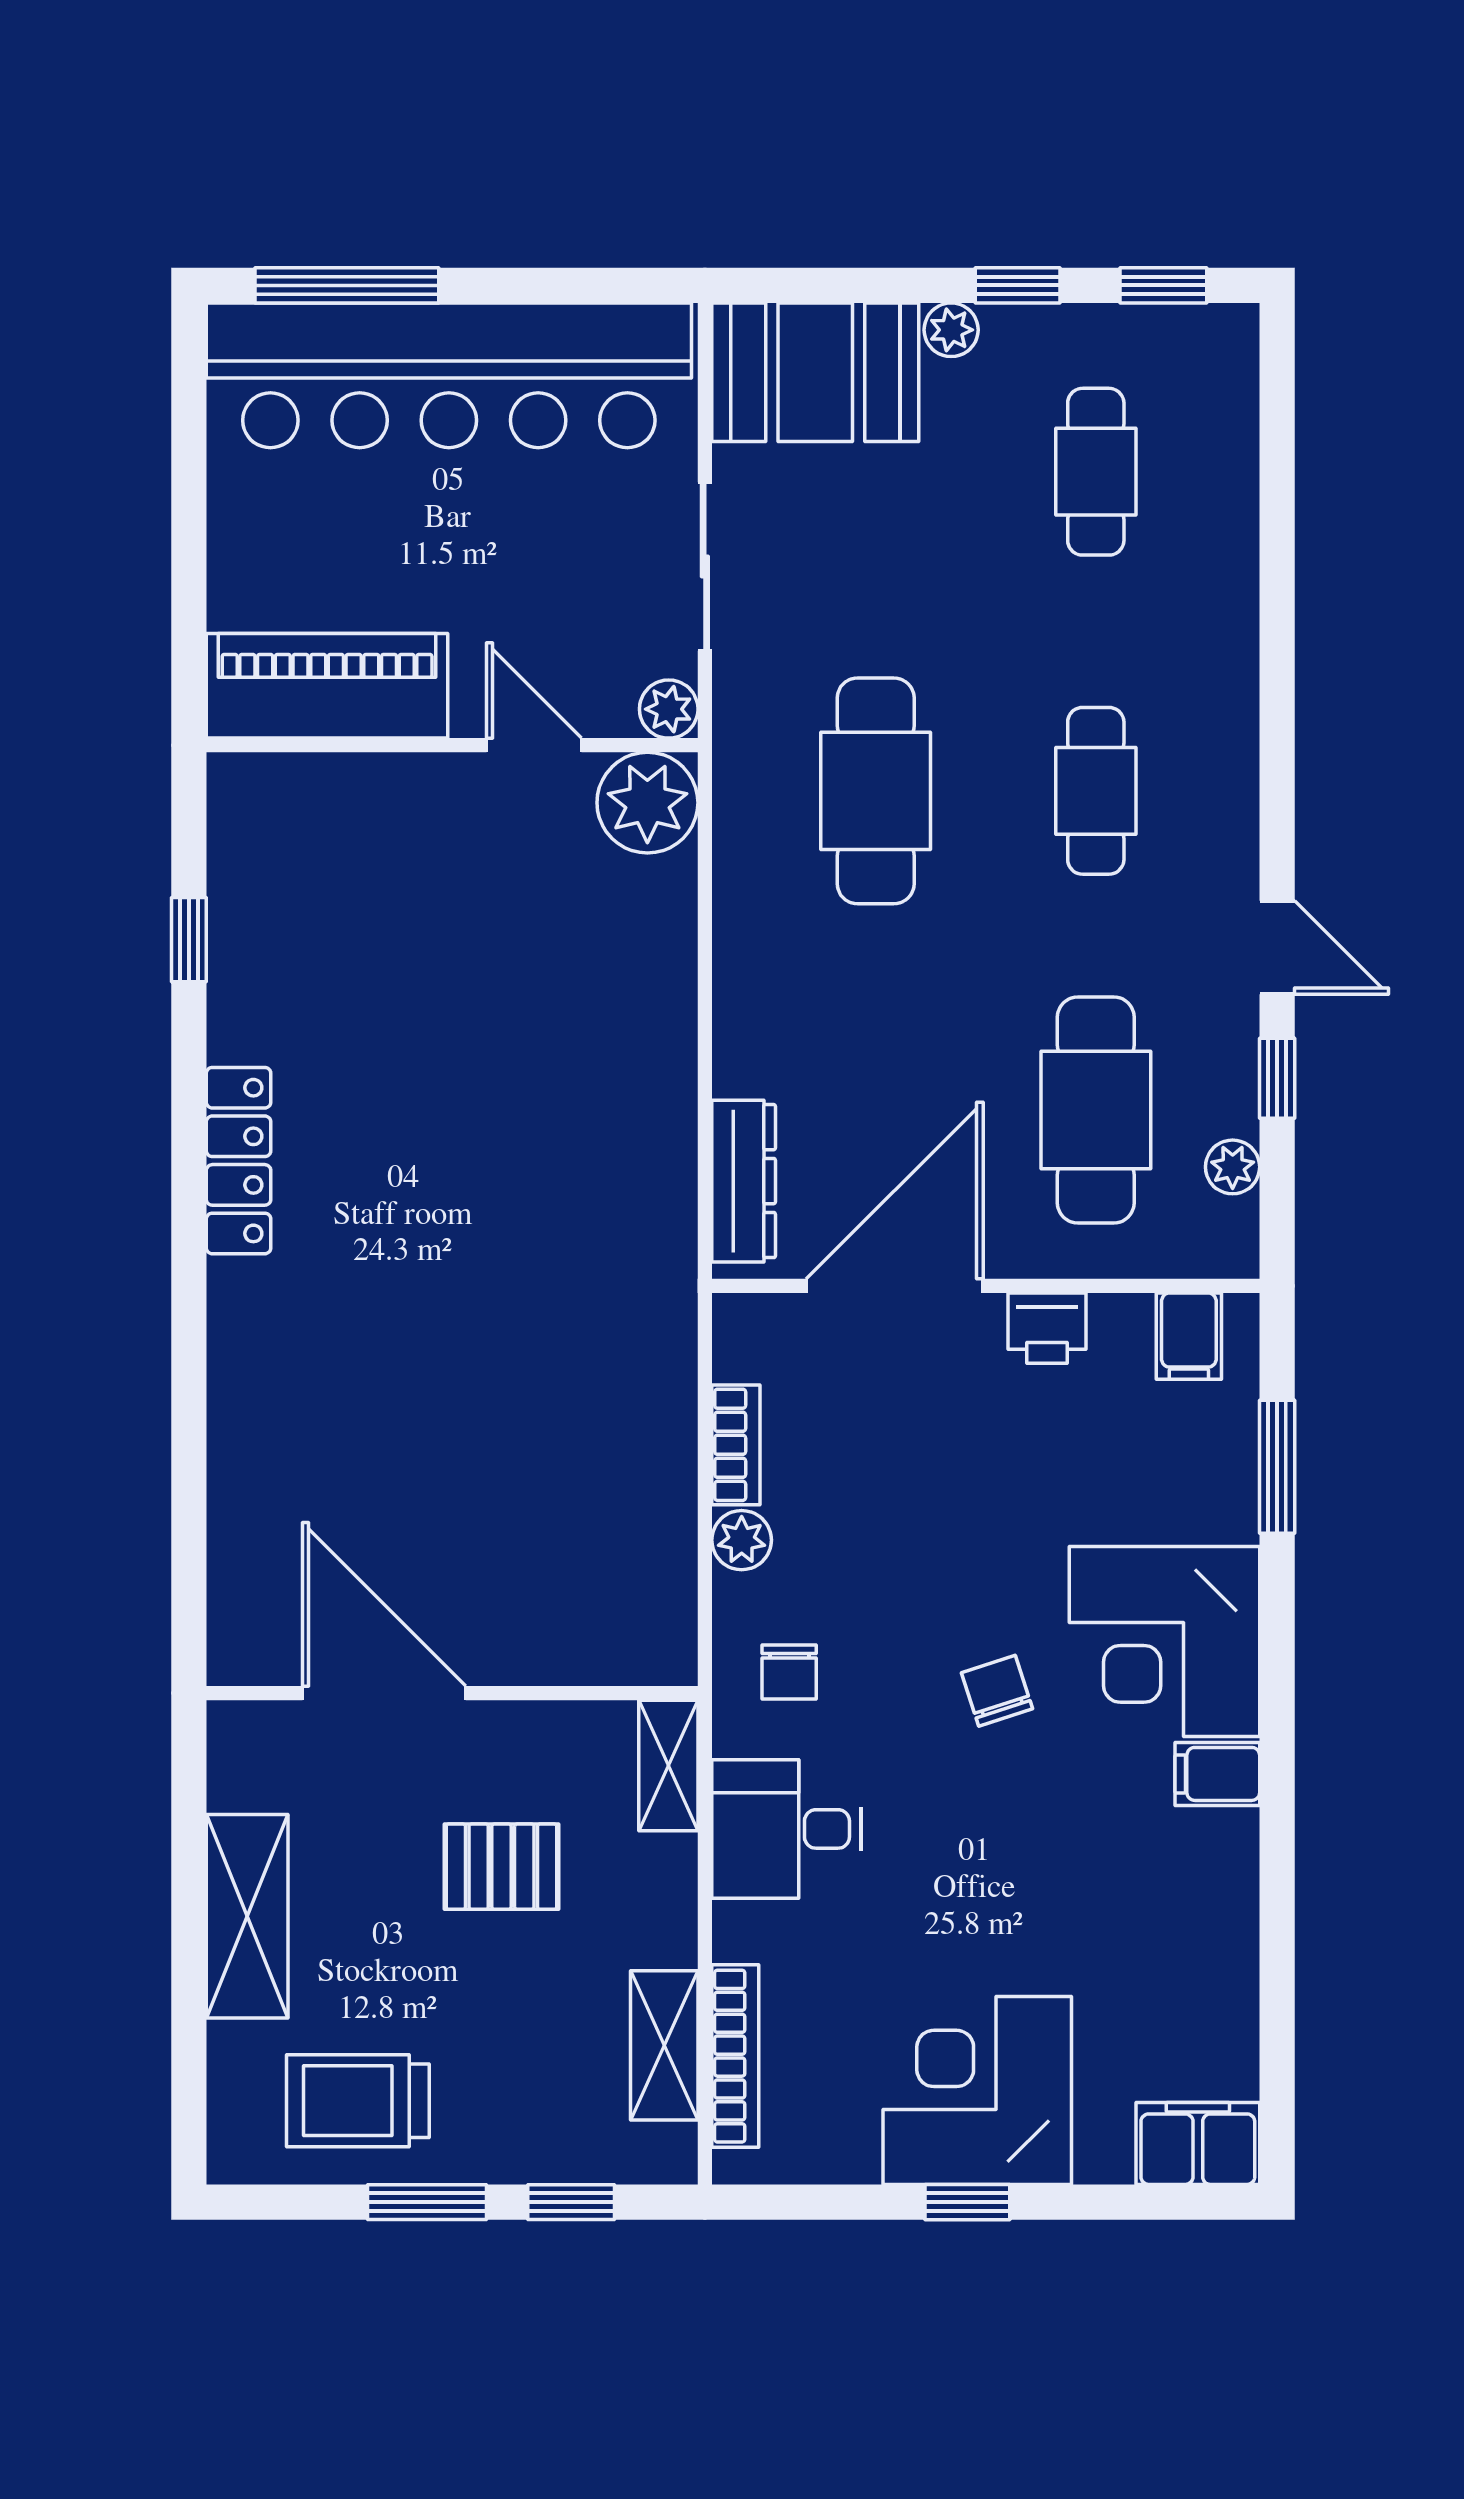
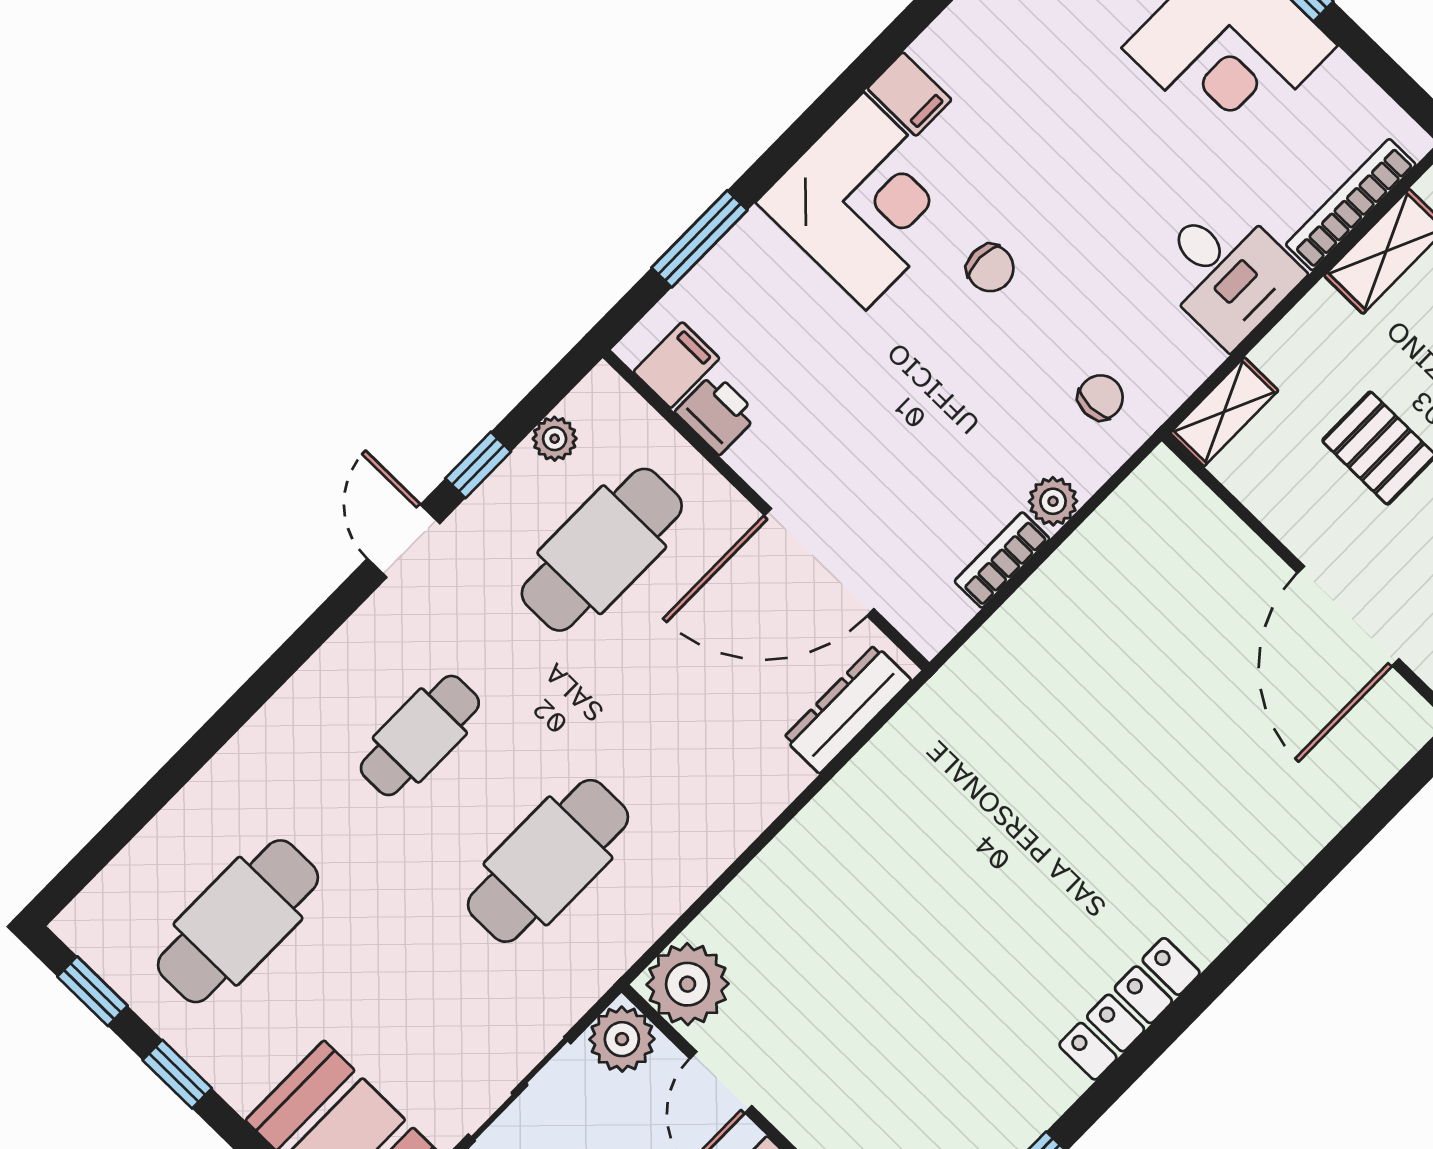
plant: (951, 330) -> (241, 1086), removed
cafe table: (1096, 472) -> (238, 921), width x1.37, depth x1.35
plant: (669, 709) -> (622, 1039), width x1.38, depth x1.38
printer: (1047, 1328) -> (717, 414), moved
chair: (997, 1691) -> (990, 268), turned -72
desk: (787, 1829) -> (1226, 272), moved

